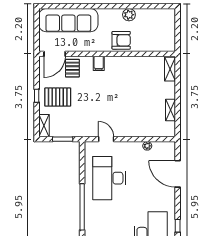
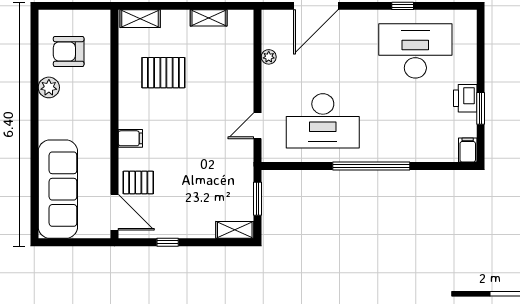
armchair: (121, 40) -> (69, 51), moved, turned -90
window: (37, 96) -> (168, 242), moved
pallet: (58, 97) -> (163, 73), moved, turned 90

